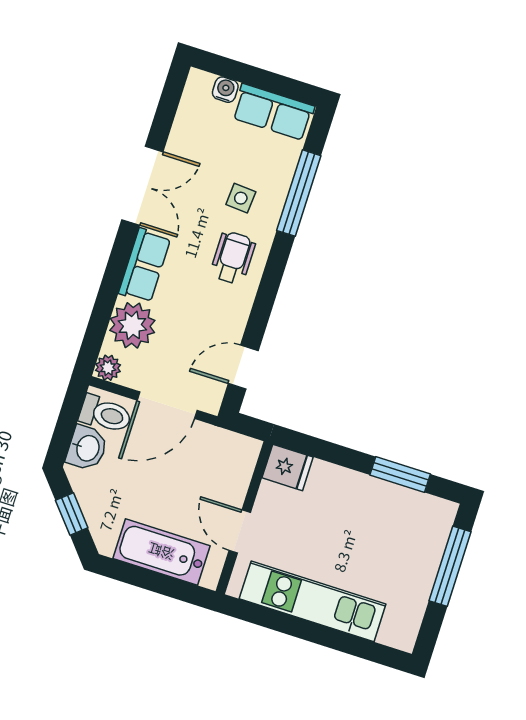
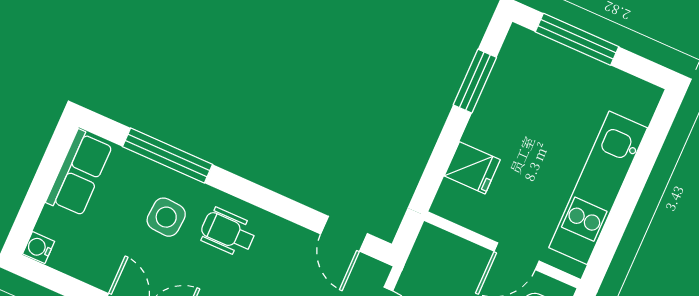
water cooler: (225, 90) -> (39, 248), moved
side table: (241, 198) -> (166, 217), width x1.37, depth x1.37
fridge: (288, 467) -> (472, 168), moved, turned 90

